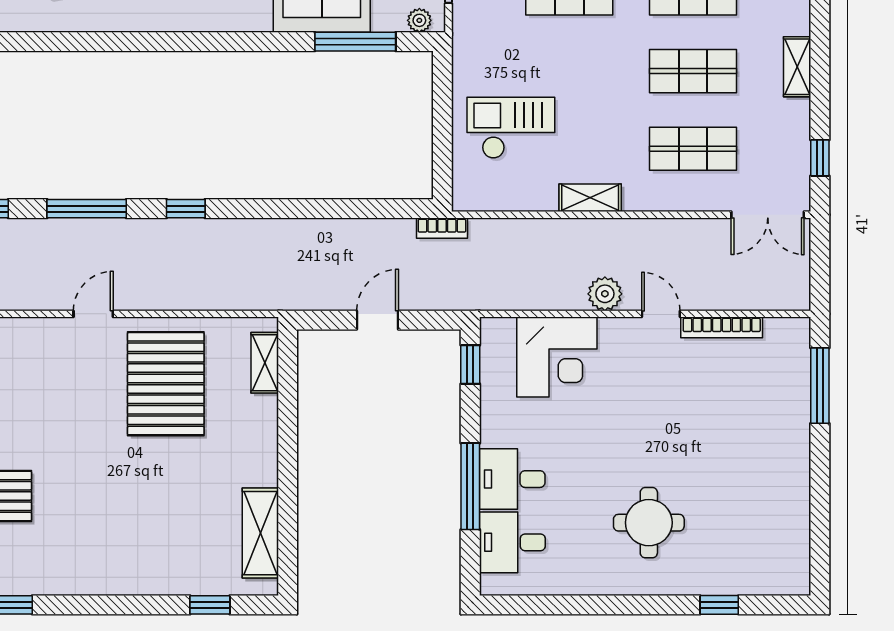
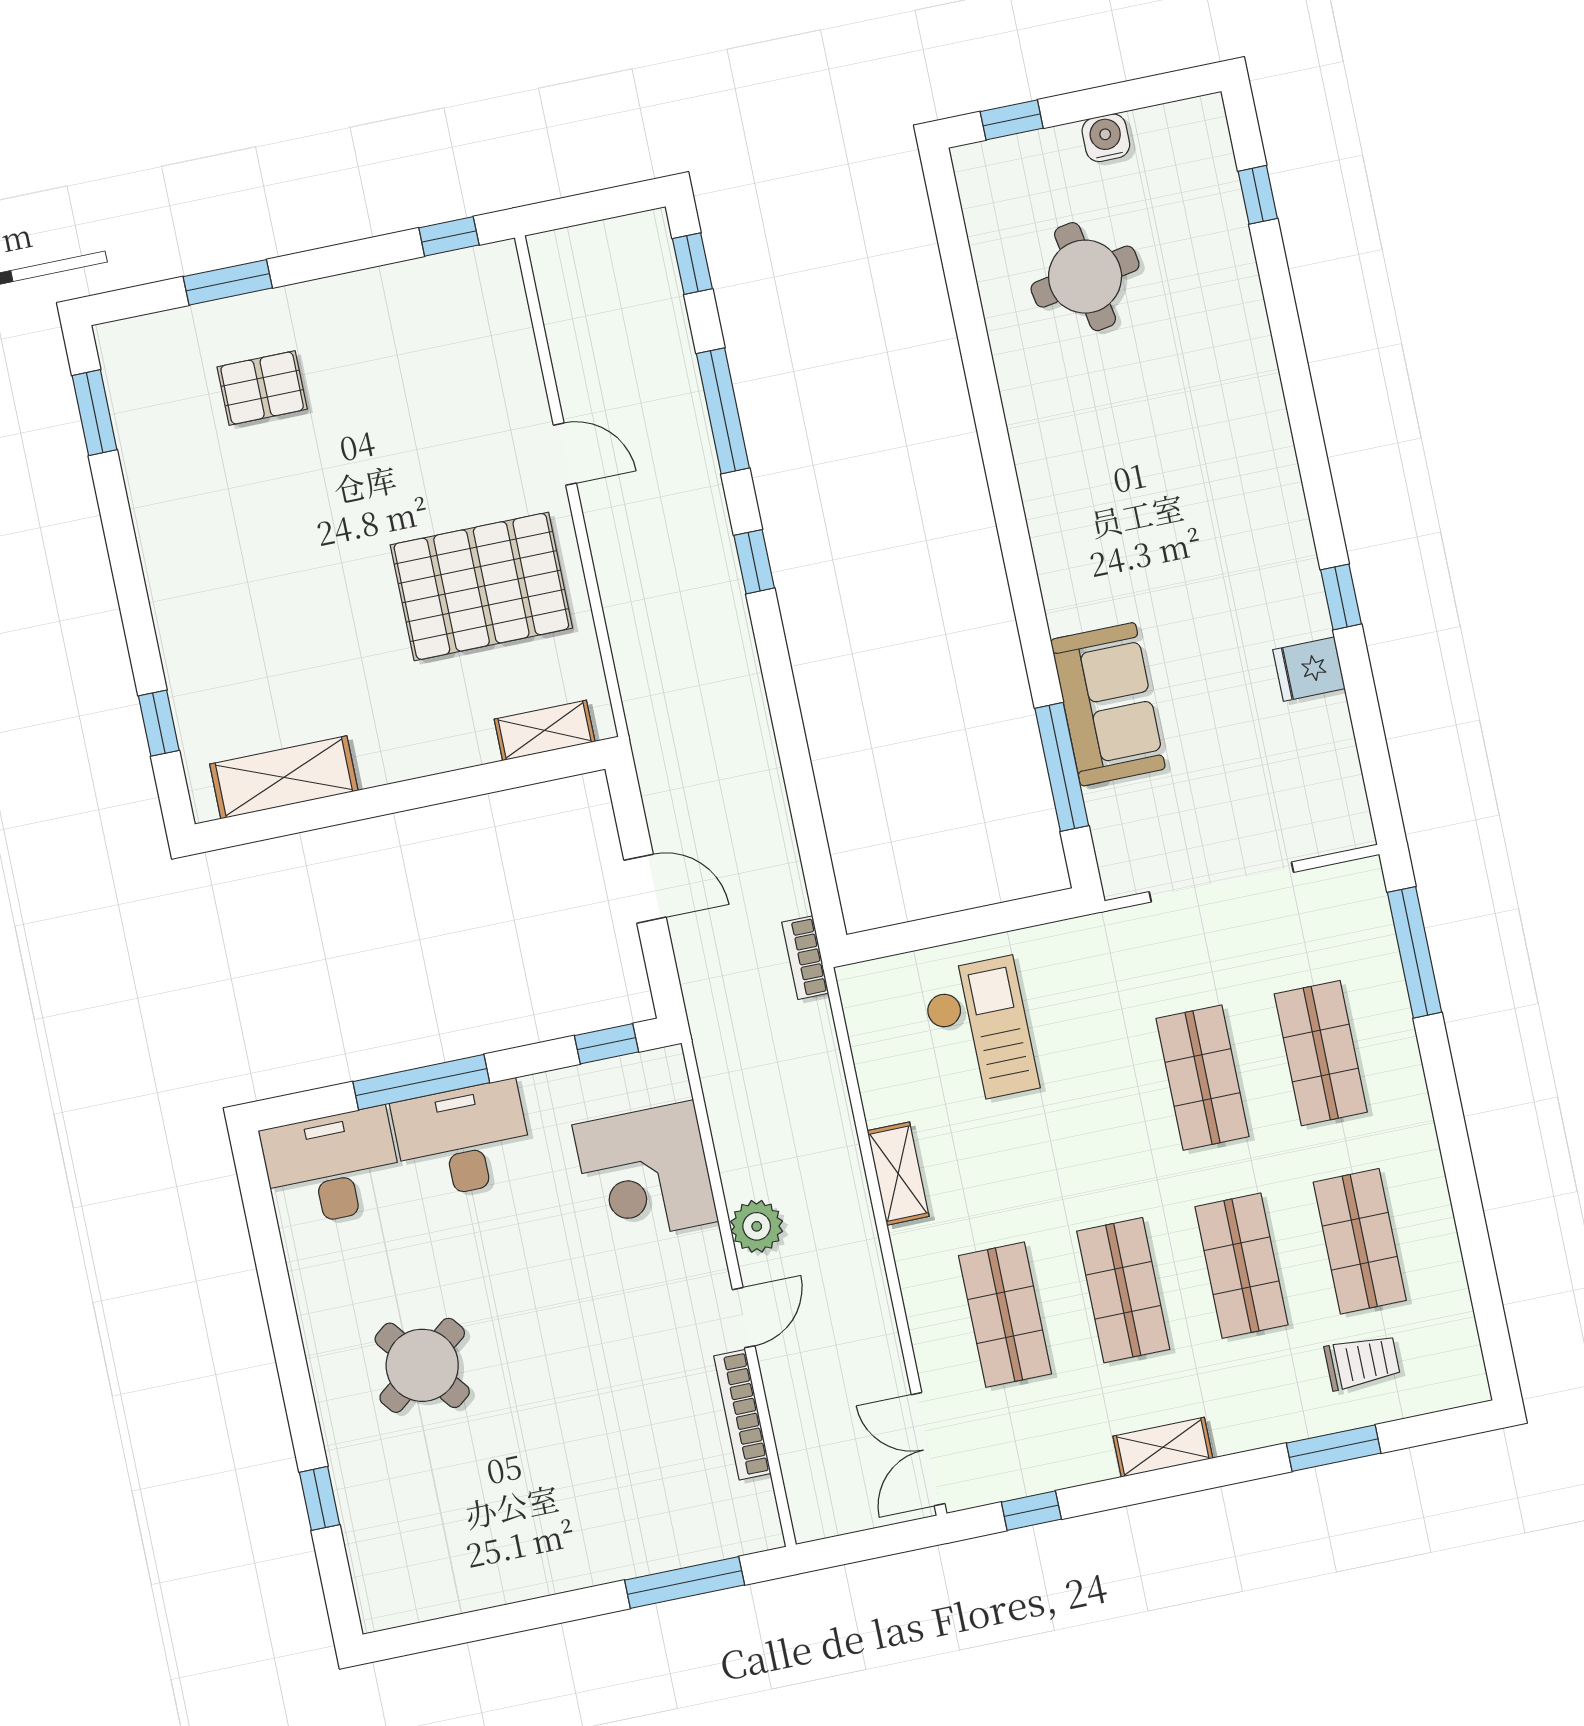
plant: (419, 20) -> (1114, 858), removed
desk: (512, 479) -> (463, 1140), width x1.37
round table: (649, 523) -> (422, 1365), turned -38
desk: (512, 542) -> (332, 1167), width x1.37

